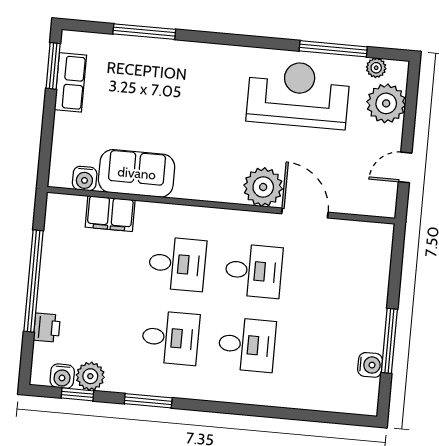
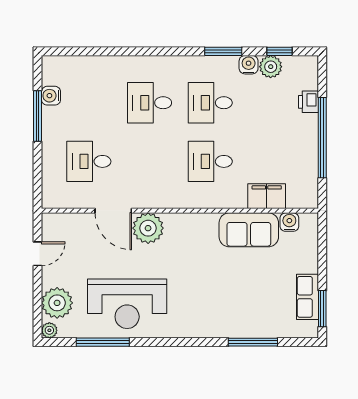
plant: (376, 68) -> (49, 330), moved
desk: (254, 271) -> (89, 161), moved
water cooler: (62, 376) -> (249, 65), moved

